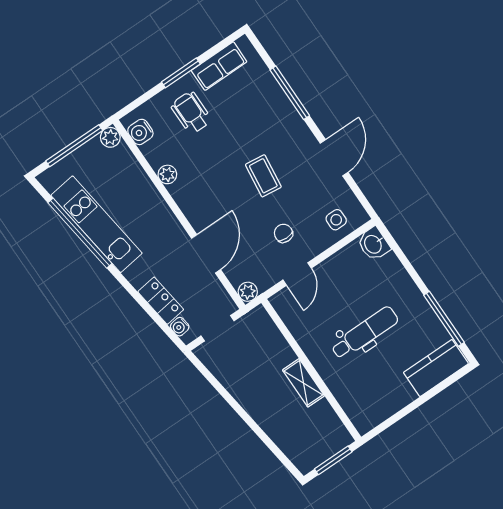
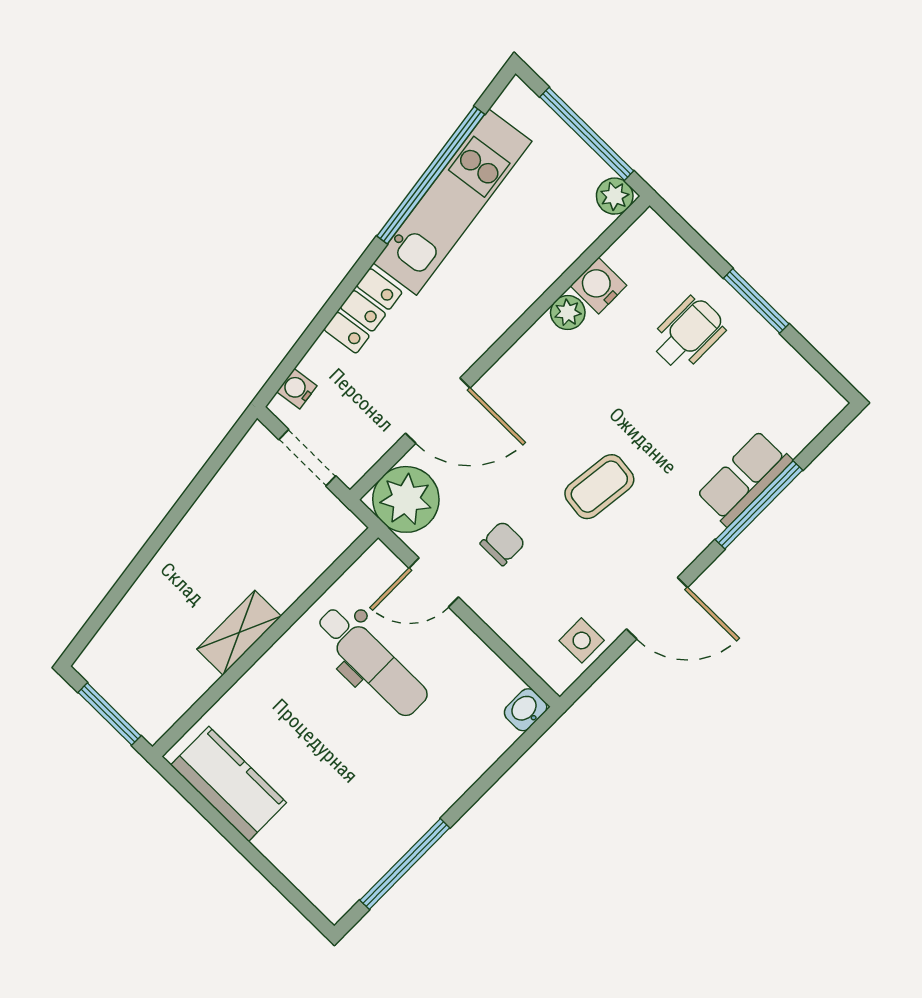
row of seats: (219, 66) -> (744, 478), moved, turned 90
water cooler: (140, 132) -> (599, 286), moved
side table: (336, 220) -> (582, 640), moved
washbasin: (374, 244) -> (526, 710), width x0.72, depth x0.69
plant: (248, 292) -> (406, 499), width x1.88, depth x1.88
locker: (161, 301) -> (363, 311), moved
dental chair: (365, 333) -> (372, 661), moved
kitchen counter: (436, 368) -> (229, 784), moved

